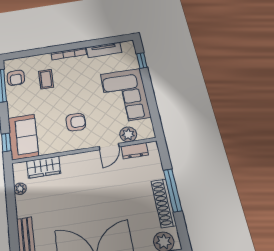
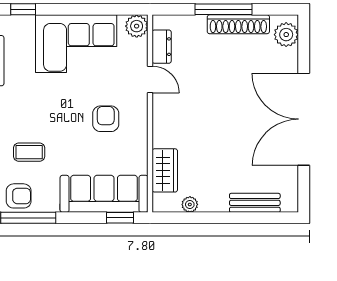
plant: (128, 134) -> (137, 26), moved
sofa: (23, 137) -> (104, 194), width x1.36

